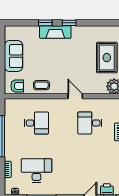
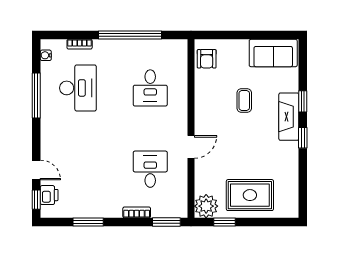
sofa: (14, 56) -> (273, 53), moved
coffee table: (41, 85) -> (244, 101), moved

